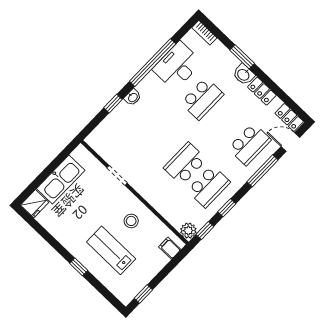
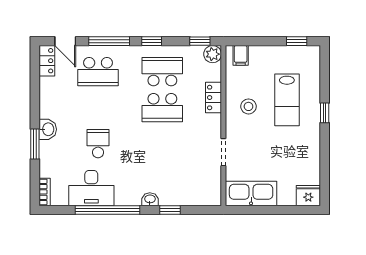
locker: (262, 91) -> (214, 98), moved, turned 180
school desk: (202, 99) -> (98, 144), width x0.54
school desk: (250, 144) -> (98, 72), turned 180
kitchen sink: (61, 179) -> (251, 194), moved
window: (227, 208) -> (152, 41), moved

